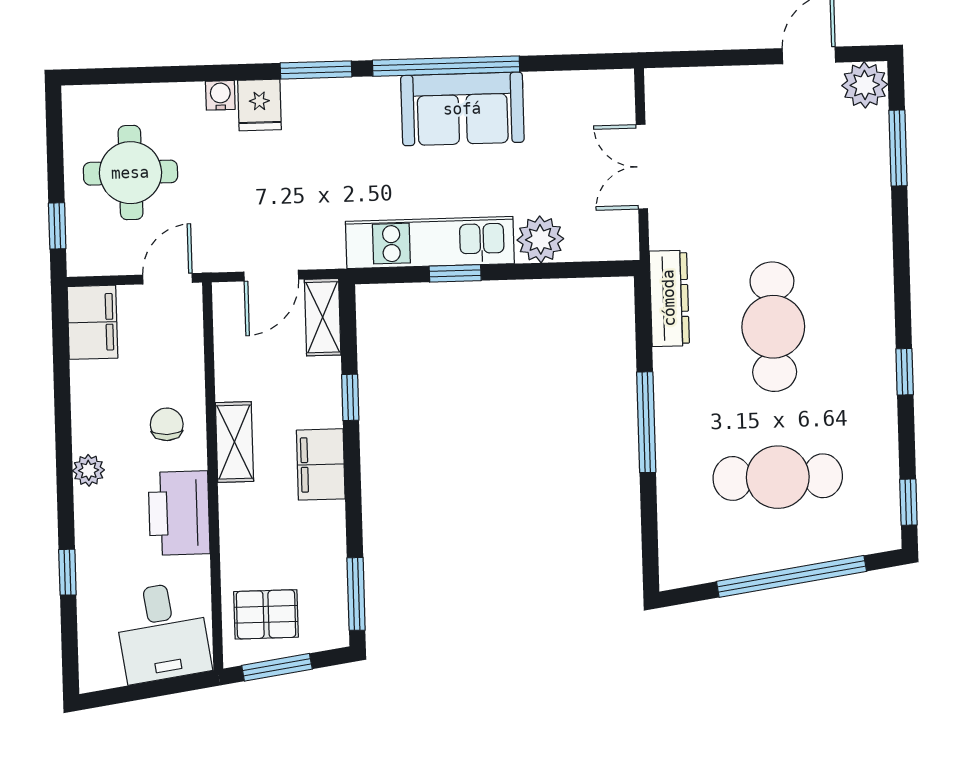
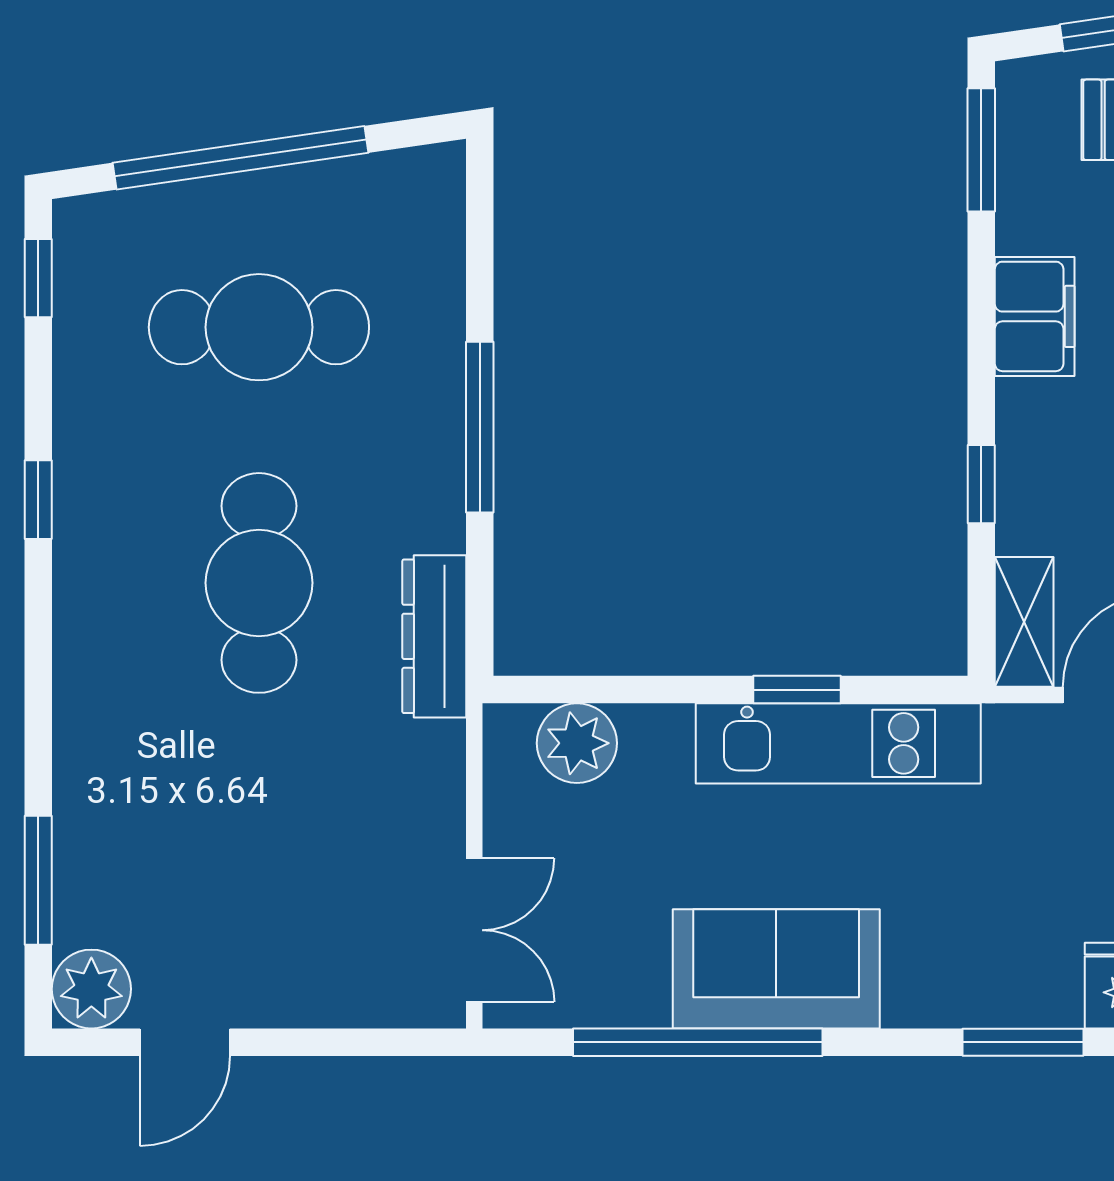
window: (446, 66) -> (698, 1042), moved
double door: (642, 167) -> (474, 930), moved
plant: (540, 239) -> (577, 743), moved
filing cabinet: (321, 464) -> (1035, 316), moved

